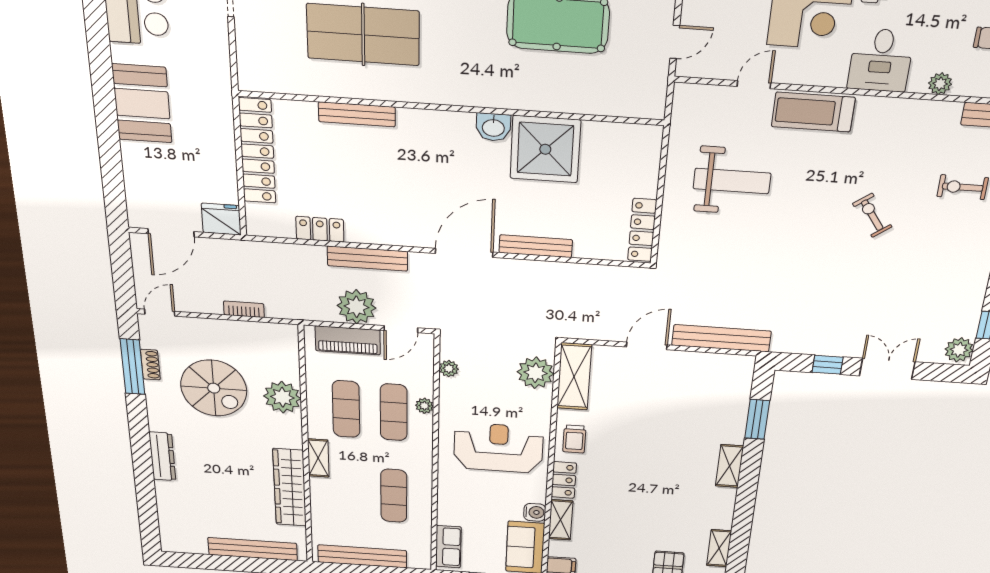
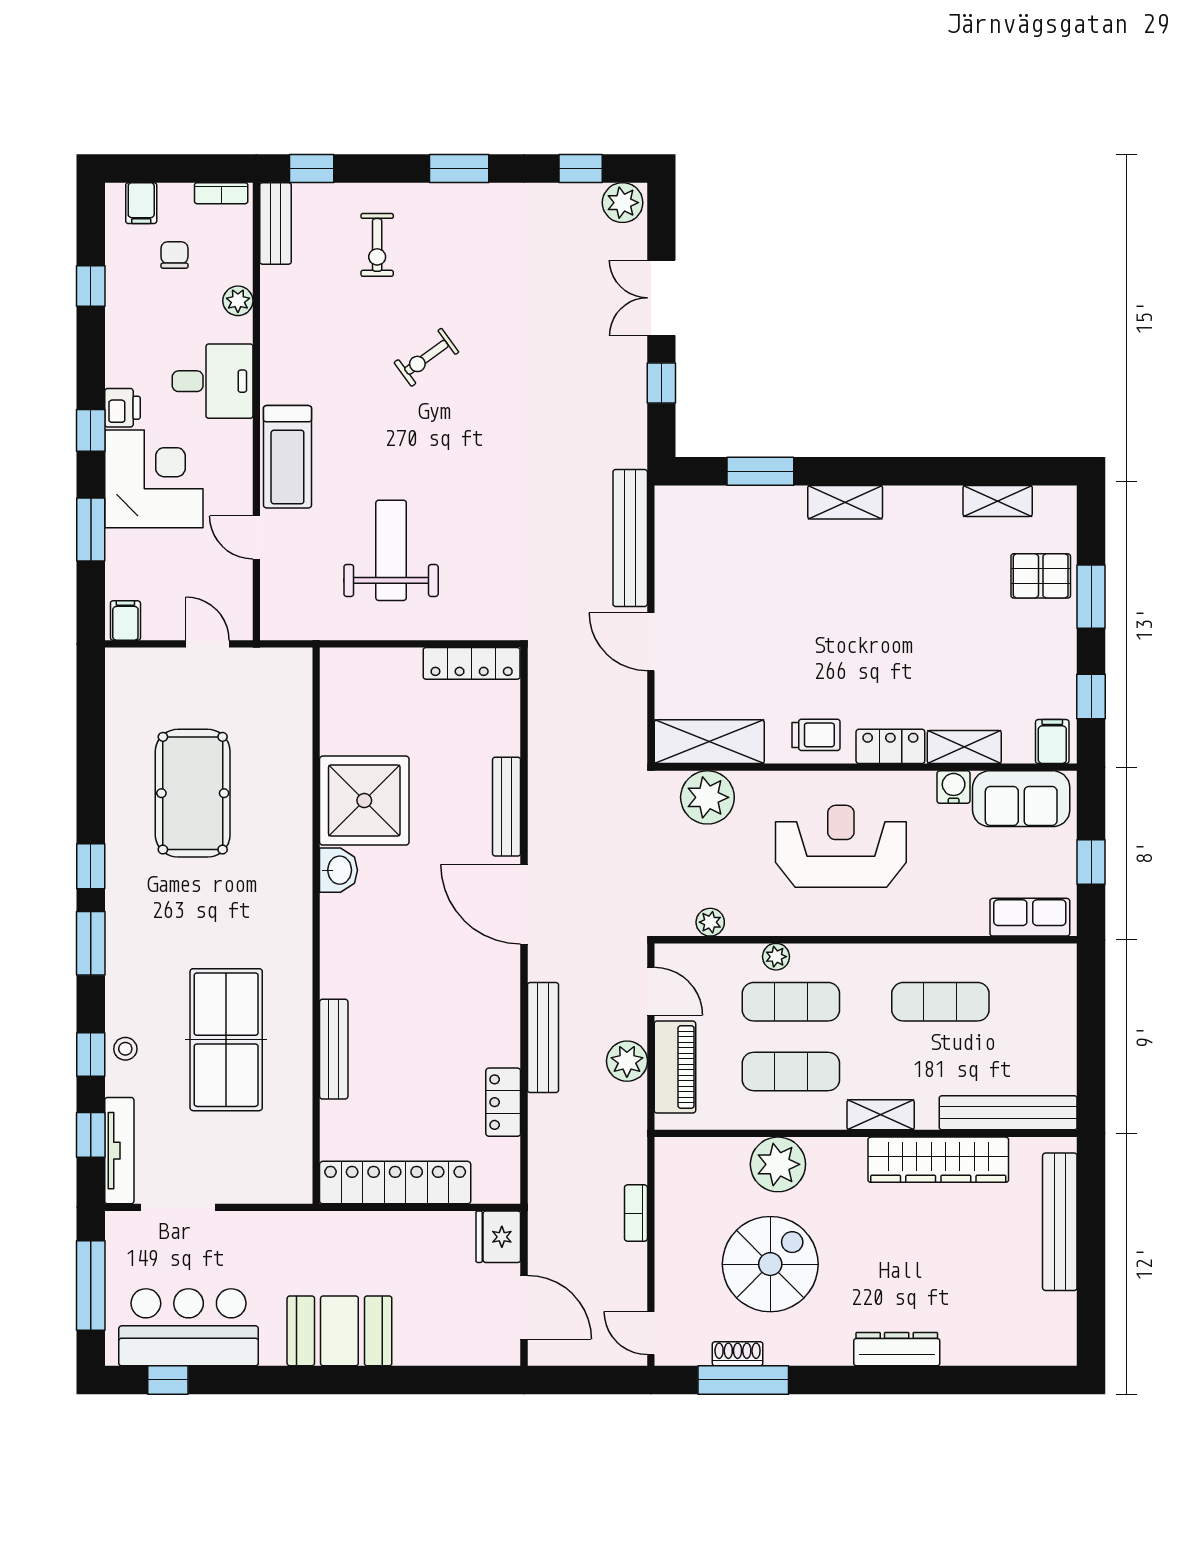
plant: (356, 307) -> (627, 1061), width x0.73, depth x0.73
reception desk: (498, 448) -> (841, 846), turned 90
bench: (362, 556) -> (1008, 1113), moved, turned 90

